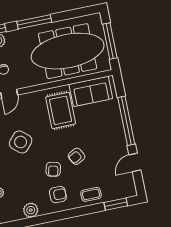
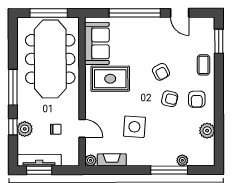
side table: (21, 142) -> (134, 127), turned -37
armchair: (58, 195) -> (197, 99), turned 180

